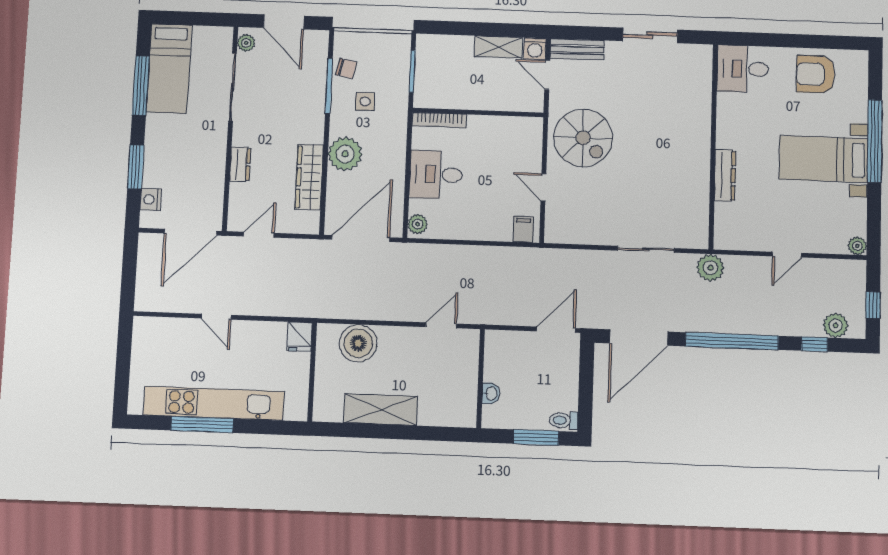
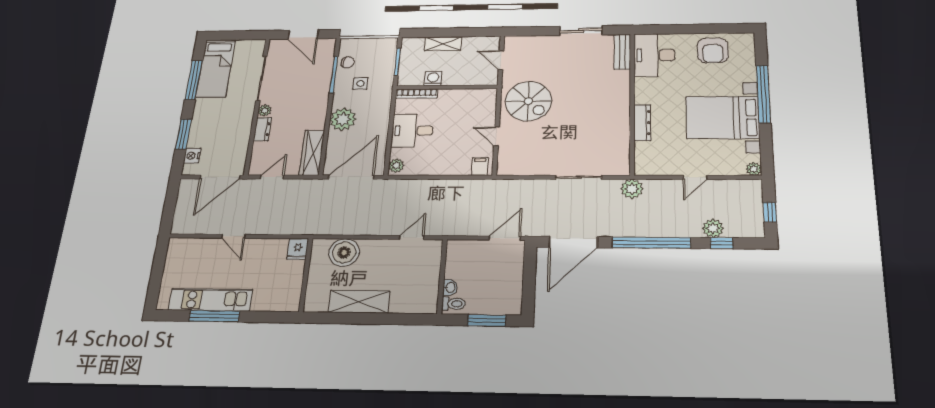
plant: (246, 43) -> (265, 110), moved
shelving: (498, 47) -> (443, 44), moved
washing machine: (535, 49) -> (433, 79), moved, turned 180
bench: (577, 49) -> (622, 52), moved, turned 90
desk: (743, 69) -> (654, 55), width x1.37
armchair: (816, 74) -> (713, 50), turned -90
bed with nightstands: (824, 159) -> (722, 117), width x1.36
wardrobe: (309, 177) -> (312, 153), moved
plant: (836, 325) -> (713, 228), moved
kitchen unit: (214, 403) -> (210, 300), width x0.73
toilet: (564, 420) -> (454, 304), moved, turned 180

